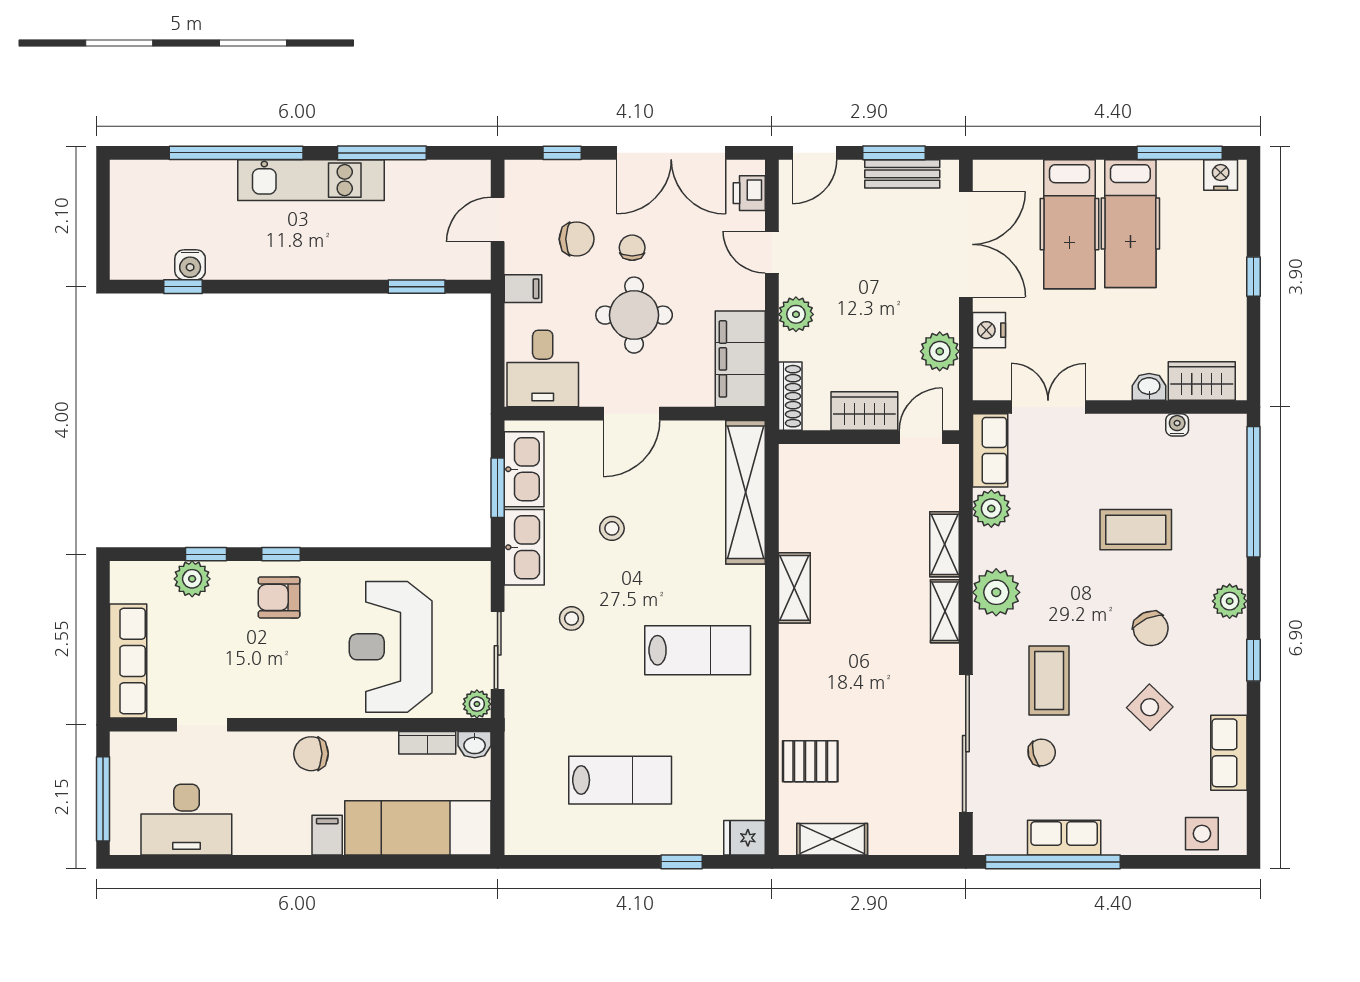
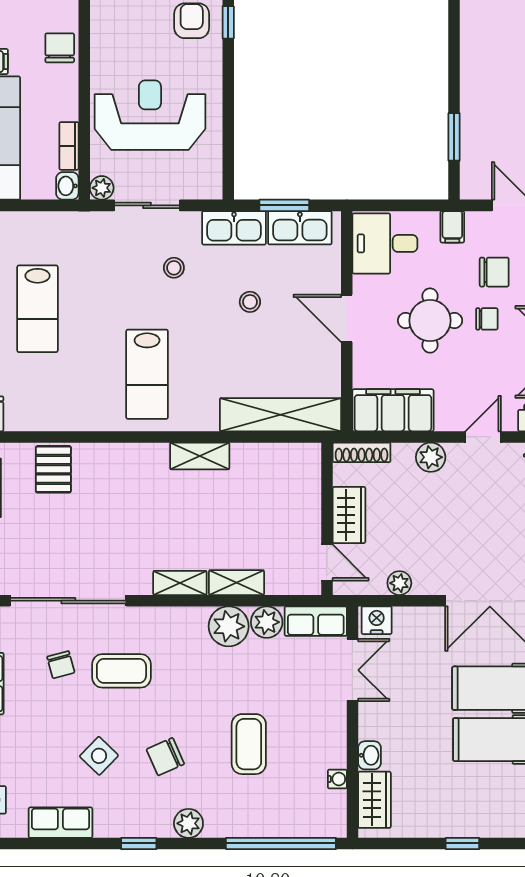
chair: (577, 239) -> (494, 272), turned -90
nightstand: (989, 330) -> (377, 620), moved
plant: (940, 351) -> (399, 583), width x0.73, depth x0.73
plant: (996, 592) -> (229, 626), moved

